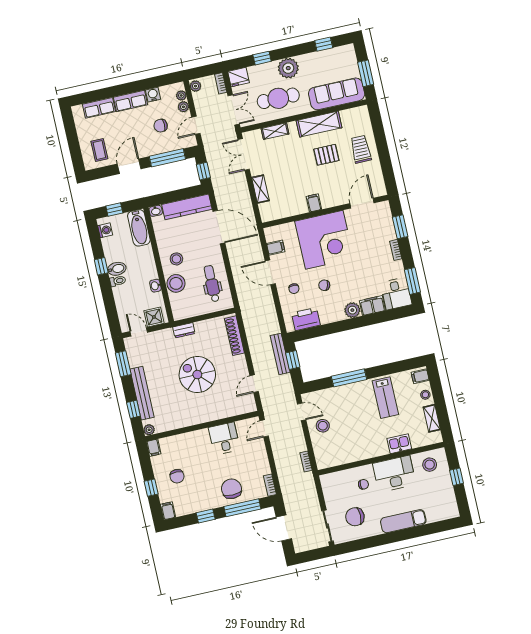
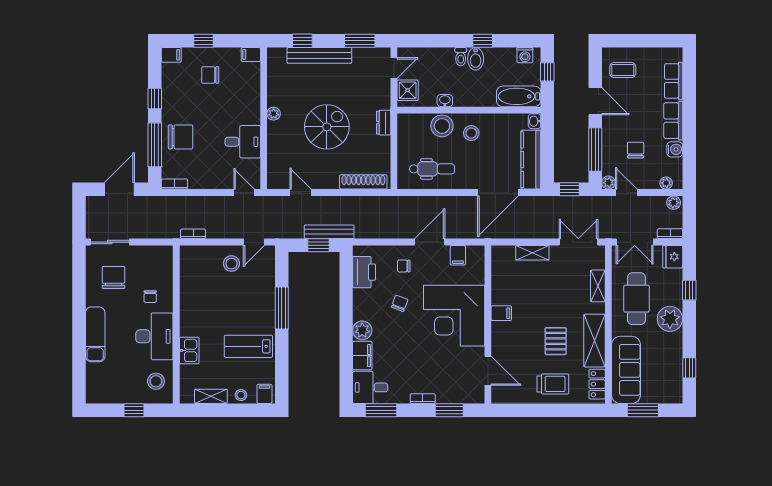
plant: (183, 107) -> (608, 183), moved
locker: (353, 114) -> (597, 384), added
plant: (149, 430) -> (274, 114), moved

